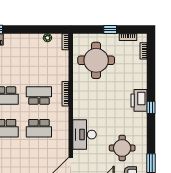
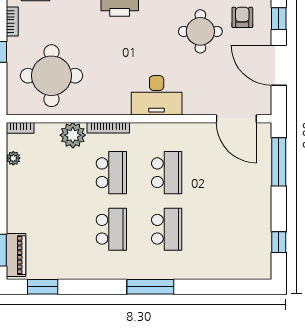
plant: (61, 73) -> (73, 135), added
school desk: (39, 96) -> (111, 173), turned 180
desk: (84, 135) -> (157, 95), moved

